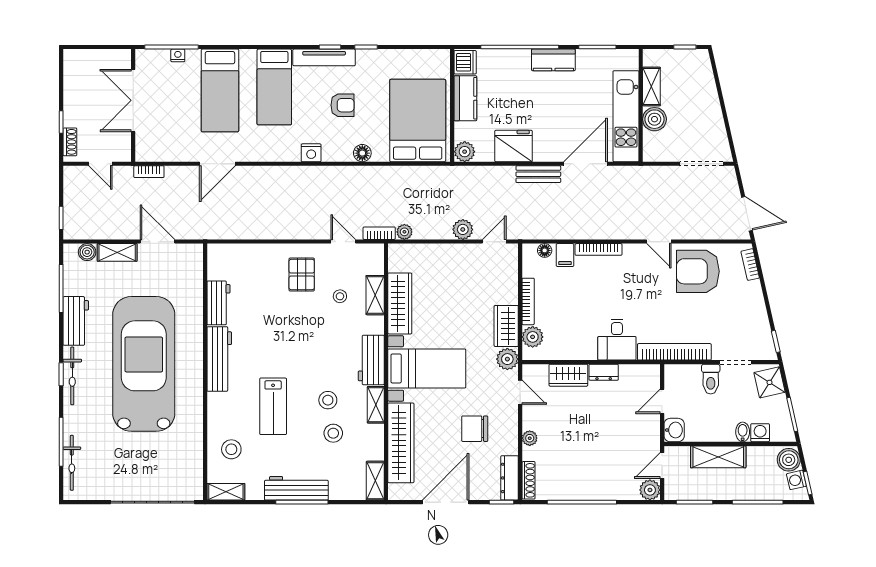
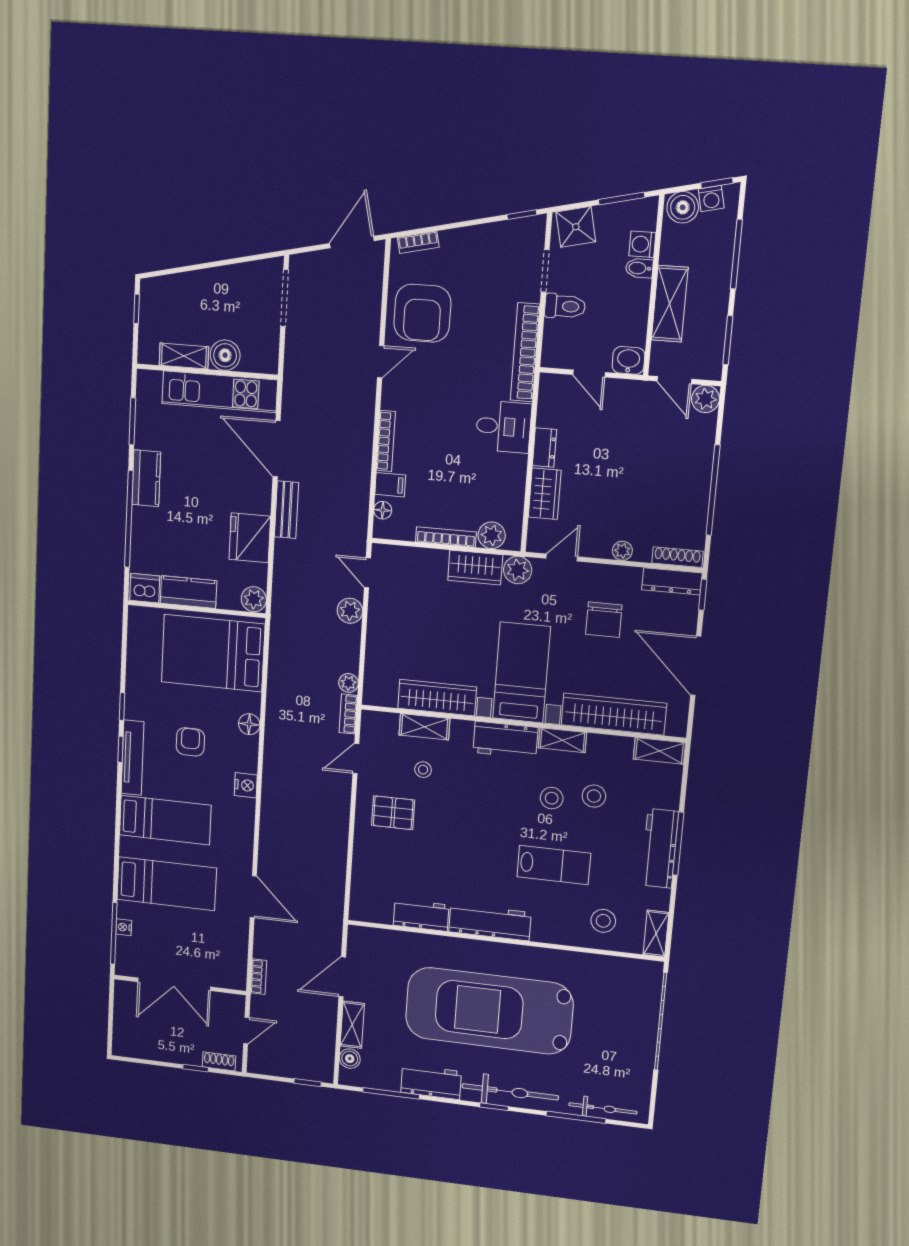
bicycle: (72, 376) -> (510, 1092), width x1.37, depth x1.40

